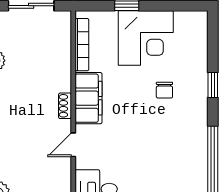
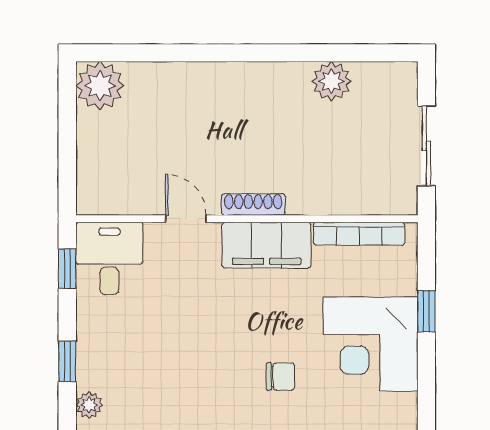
chair: (164, 90) -> (280, 376), turned 180
shoe rack: (65, 106) -> (253, 204), width x1.43

